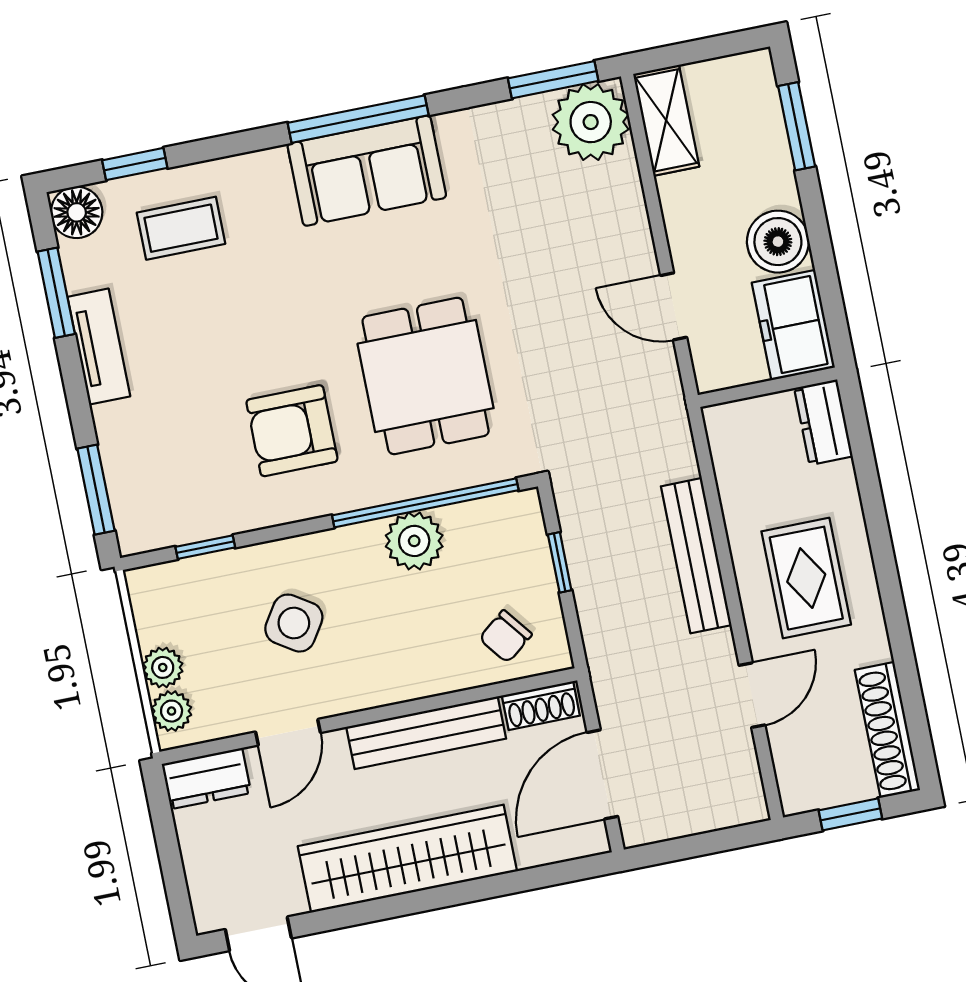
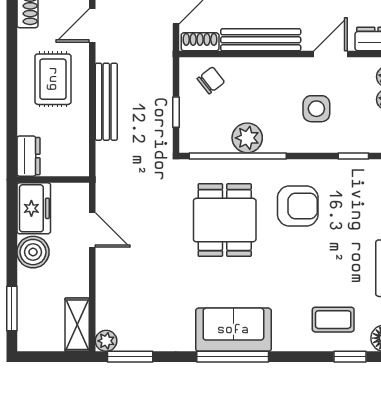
plant: (591, 122) -> (106, 341), width x0.53, depth x0.53
side table: (294, 623) -> (316, 109), turned -33

